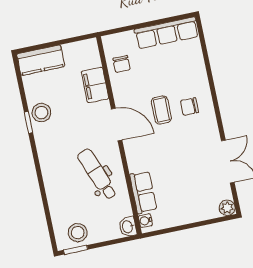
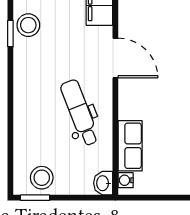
coffee table: (161, 110) -> (172, 52), removed

